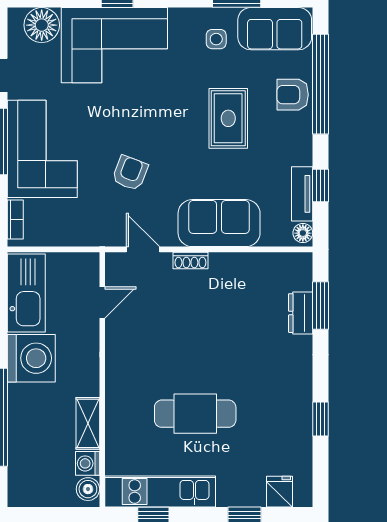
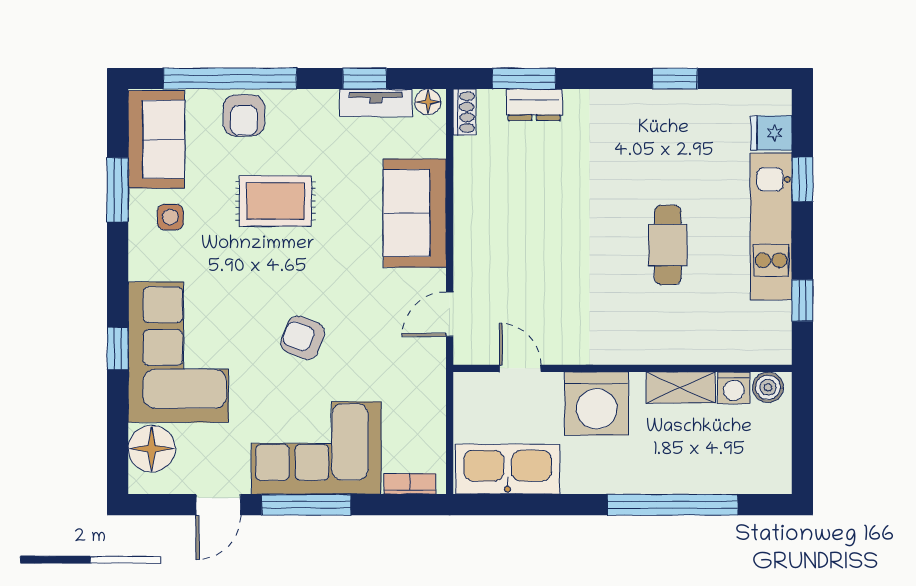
armchair: (130, 173) -> (303, 338), moved
shoe rack: (190, 260) -> (464, 112), moved
washing machine: (31, 358) -> (597, 404), moved, turned 180
cafe table: (195, 414) -> (668, 245), width x0.73, depth x0.74
kitchen unit: (160, 492) -> (771, 226), moved

